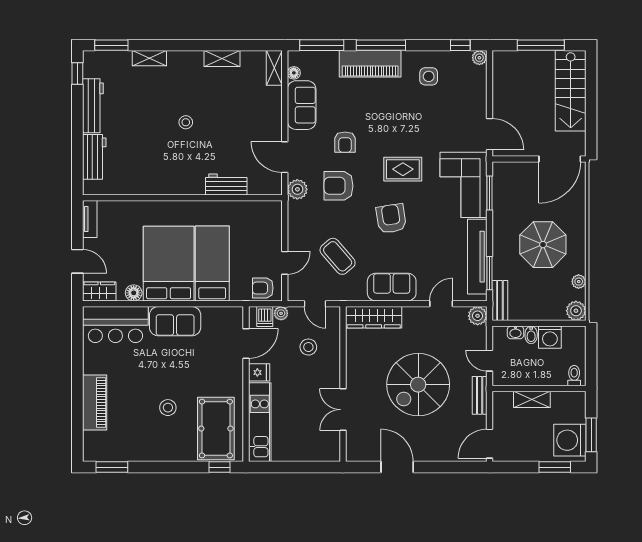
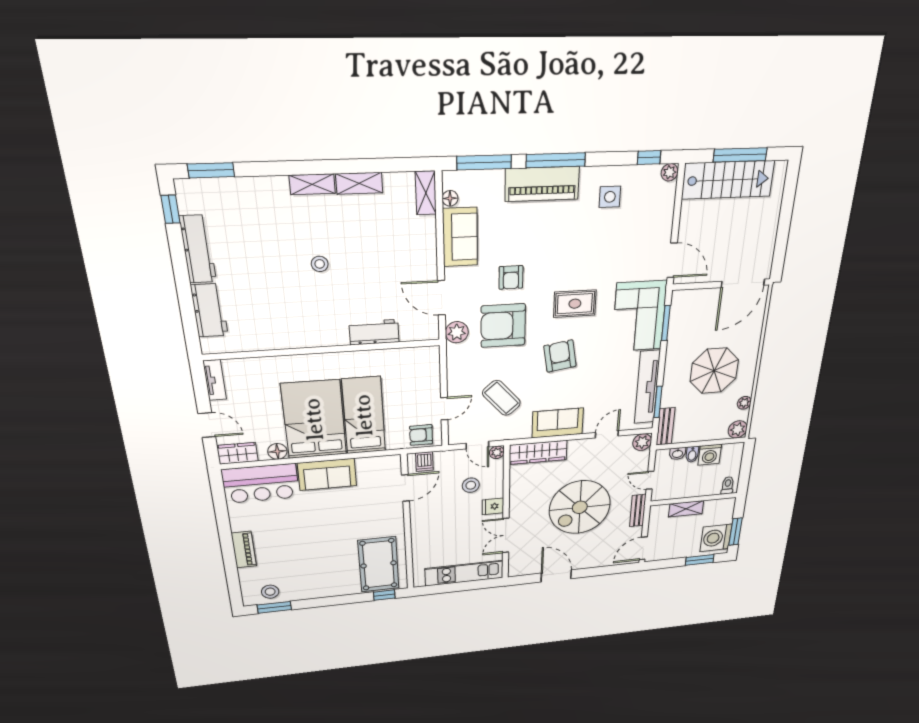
shelving: (149, 58) -> (312, 184), moved
stairs: (571, 91) -> (728, 180), moved, turned -90
armchair: (339, 186) -> (503, 326), width x1.36, depth x1.36
plant: (281, 313) -> (497, 452), moved
fridge: (259, 372) -> (493, 506), moved, turned 180
piano: (95, 402) -> (244, 550), width x0.73, depth x0.75
stool: (168, 408) -> (270, 592), moved
kitchen unit: (260, 422) -> (464, 573), moved, turned -90

